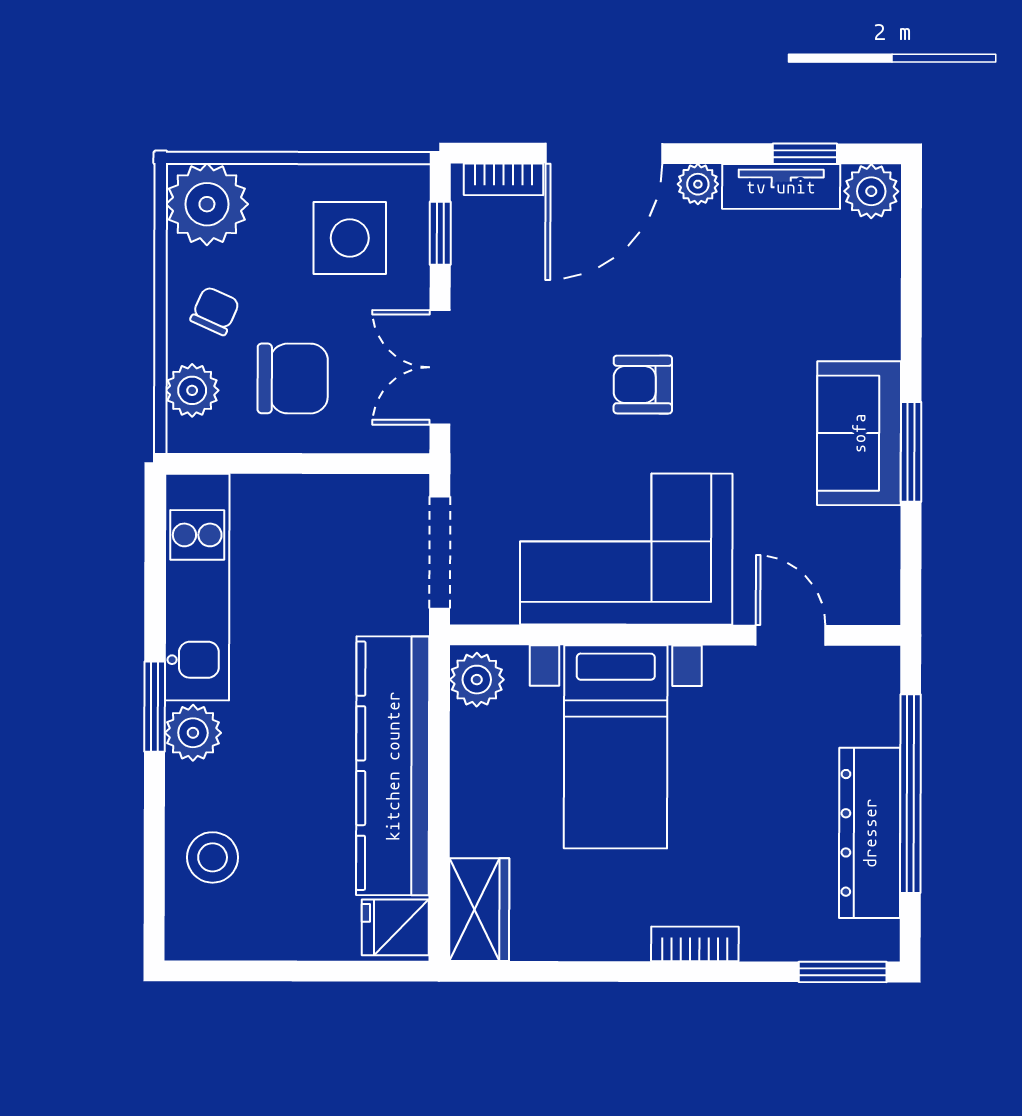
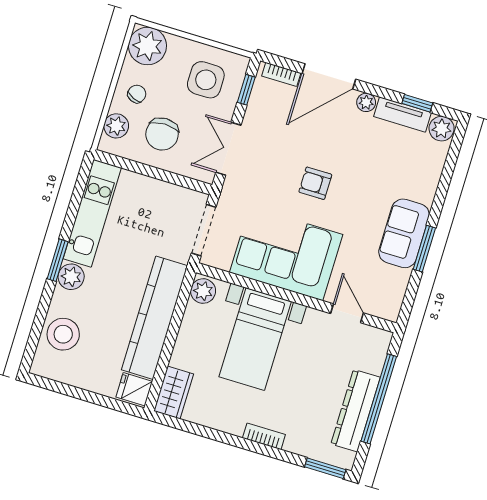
chair: (293, 378) -> (162, 134), turned 90
stool: (213, 857) -> (63, 334), width x1.38, depth x1.38

